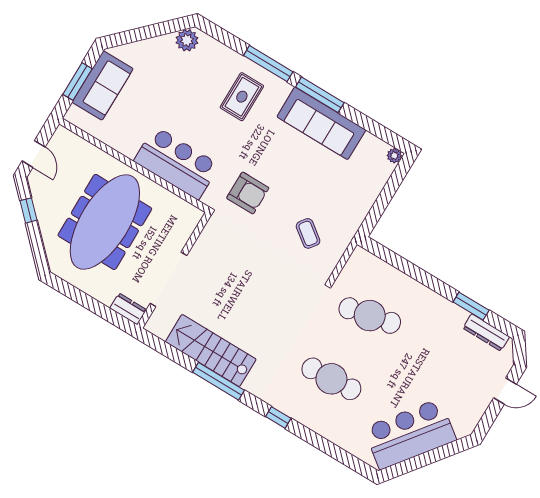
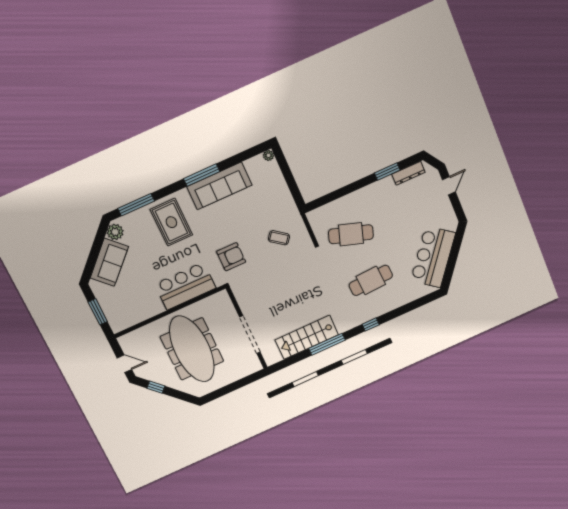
window: (268, 64) -> (136, 205), moved
sofa: (103, 85) -> (109, 262), moved, turned 45
rug: (242, 97) -> (171, 222), width x1.36, depth x1.43
dresser: (128, 309) -> (251, 368), removed
cafe table: (370, 316) -> (351, 234), turned 30

